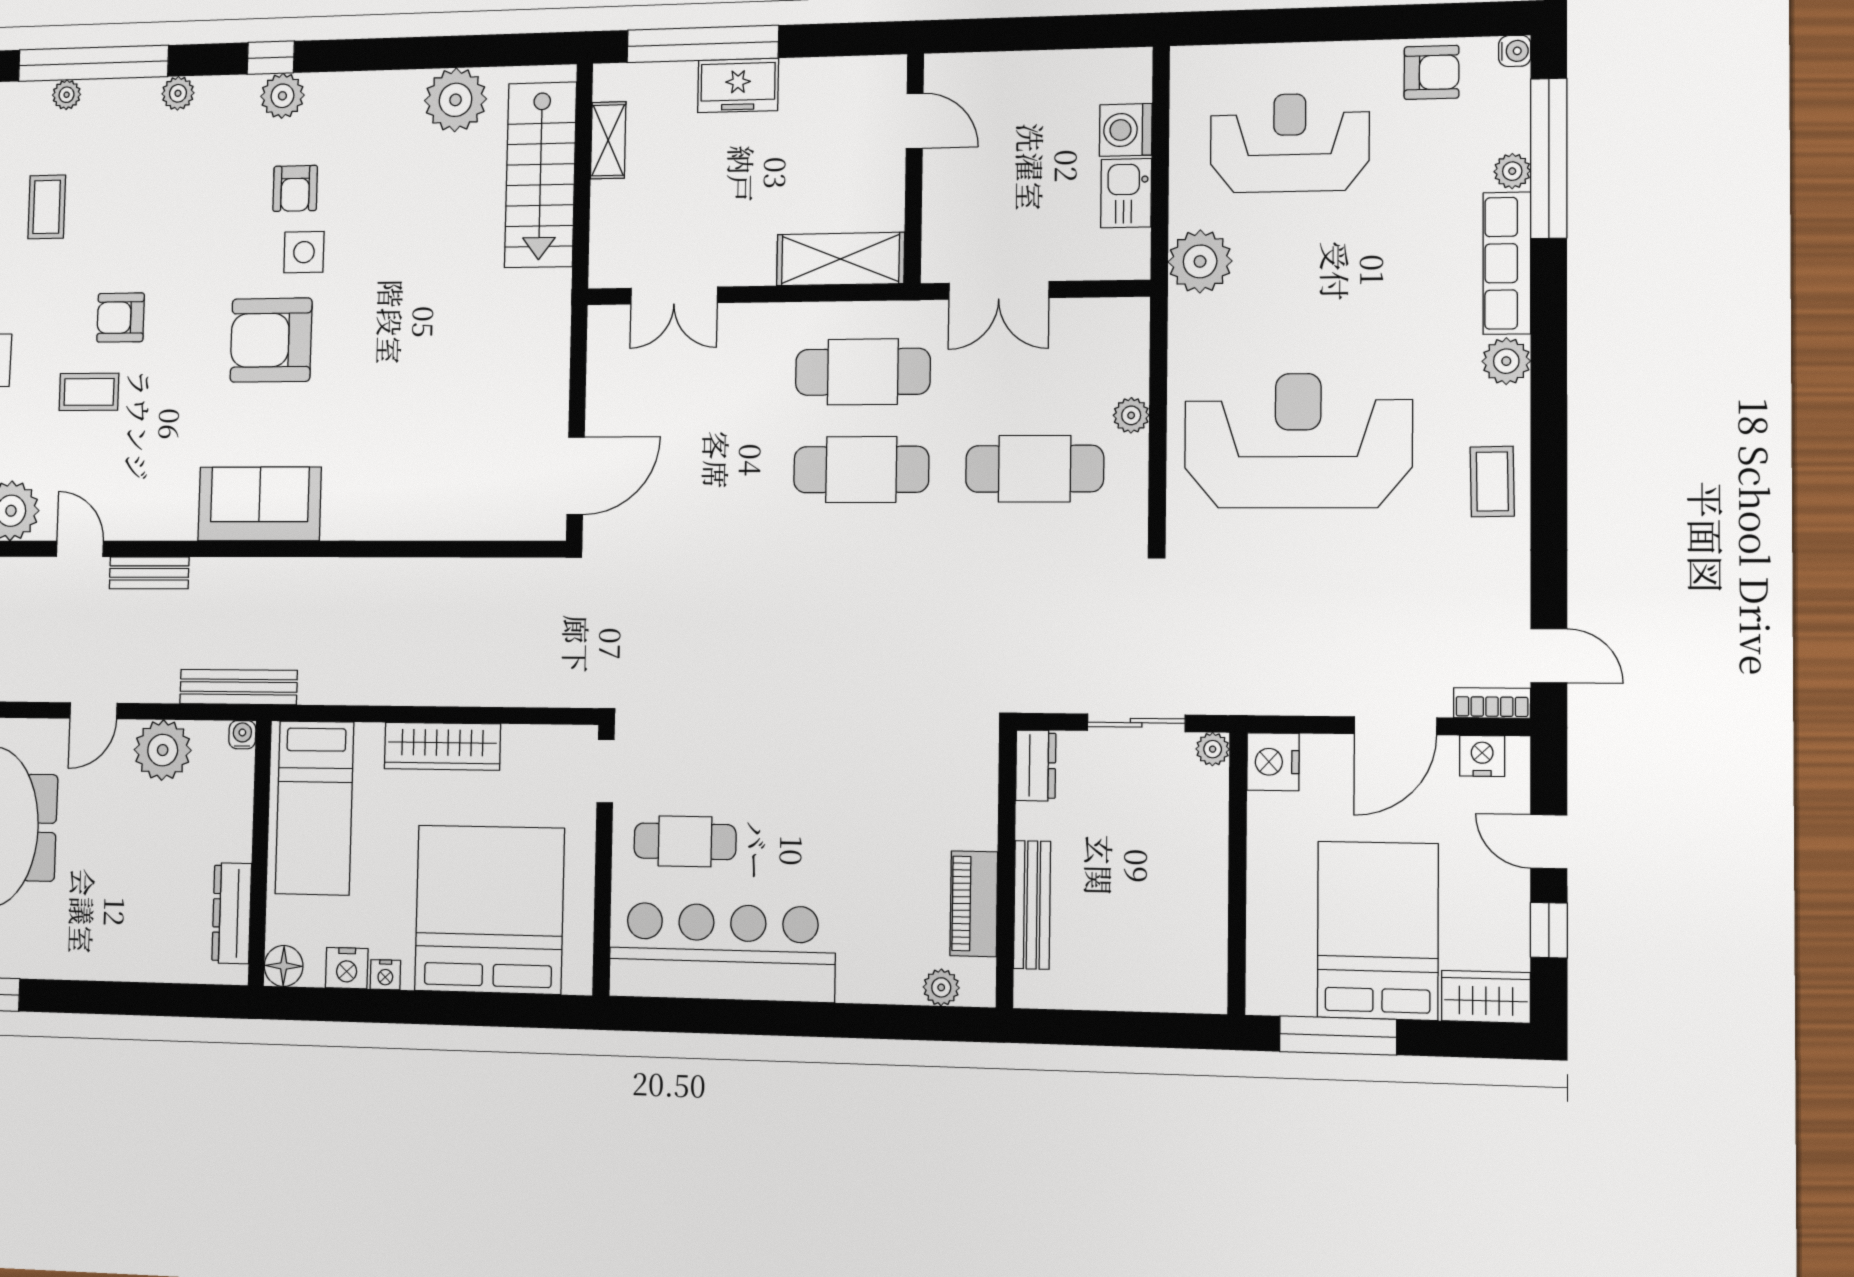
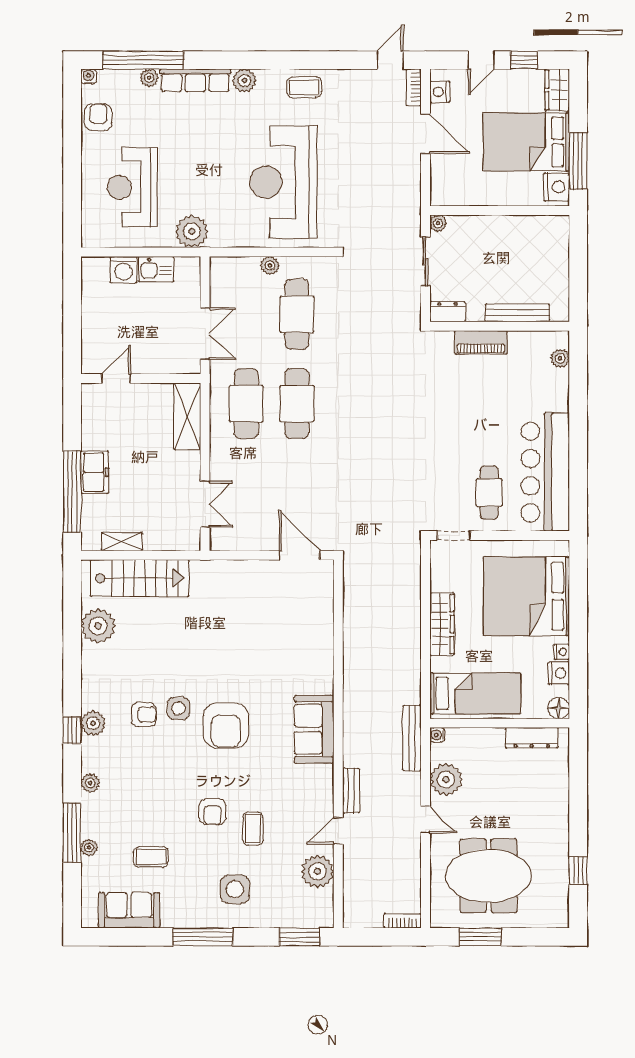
window: (93, 63) -> (72, 833), width x0.68
nightstand: (1273, 762) -> (557, 187), moved, turned -90
piano: (974, 904) -> (481, 342), moved

